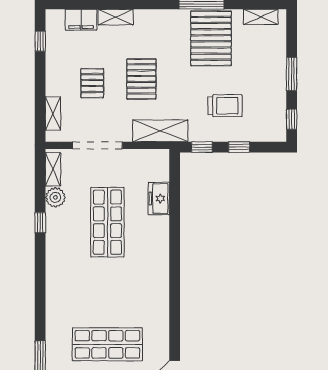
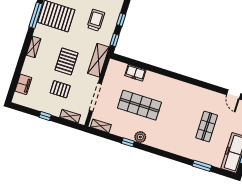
shelving: (116, 17) -> (34, 47), moved
window: (40, 41) -> (45, 116), moved
pallet: (141, 79) -> (67, 61), turned 90
plant: (55, 197) -> (140, 137), moved
shop shelf: (107, 344) -> (207, 127), width x0.70, depth x0.74

